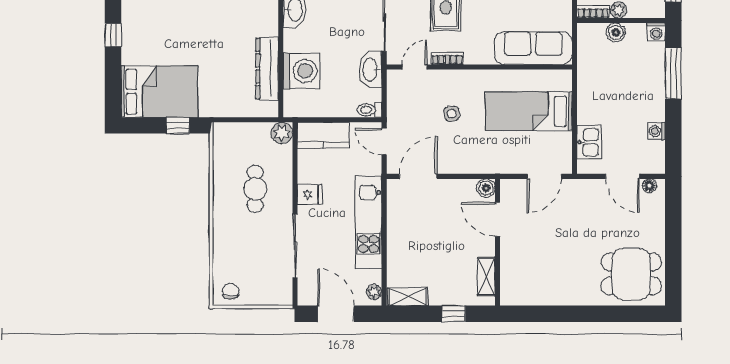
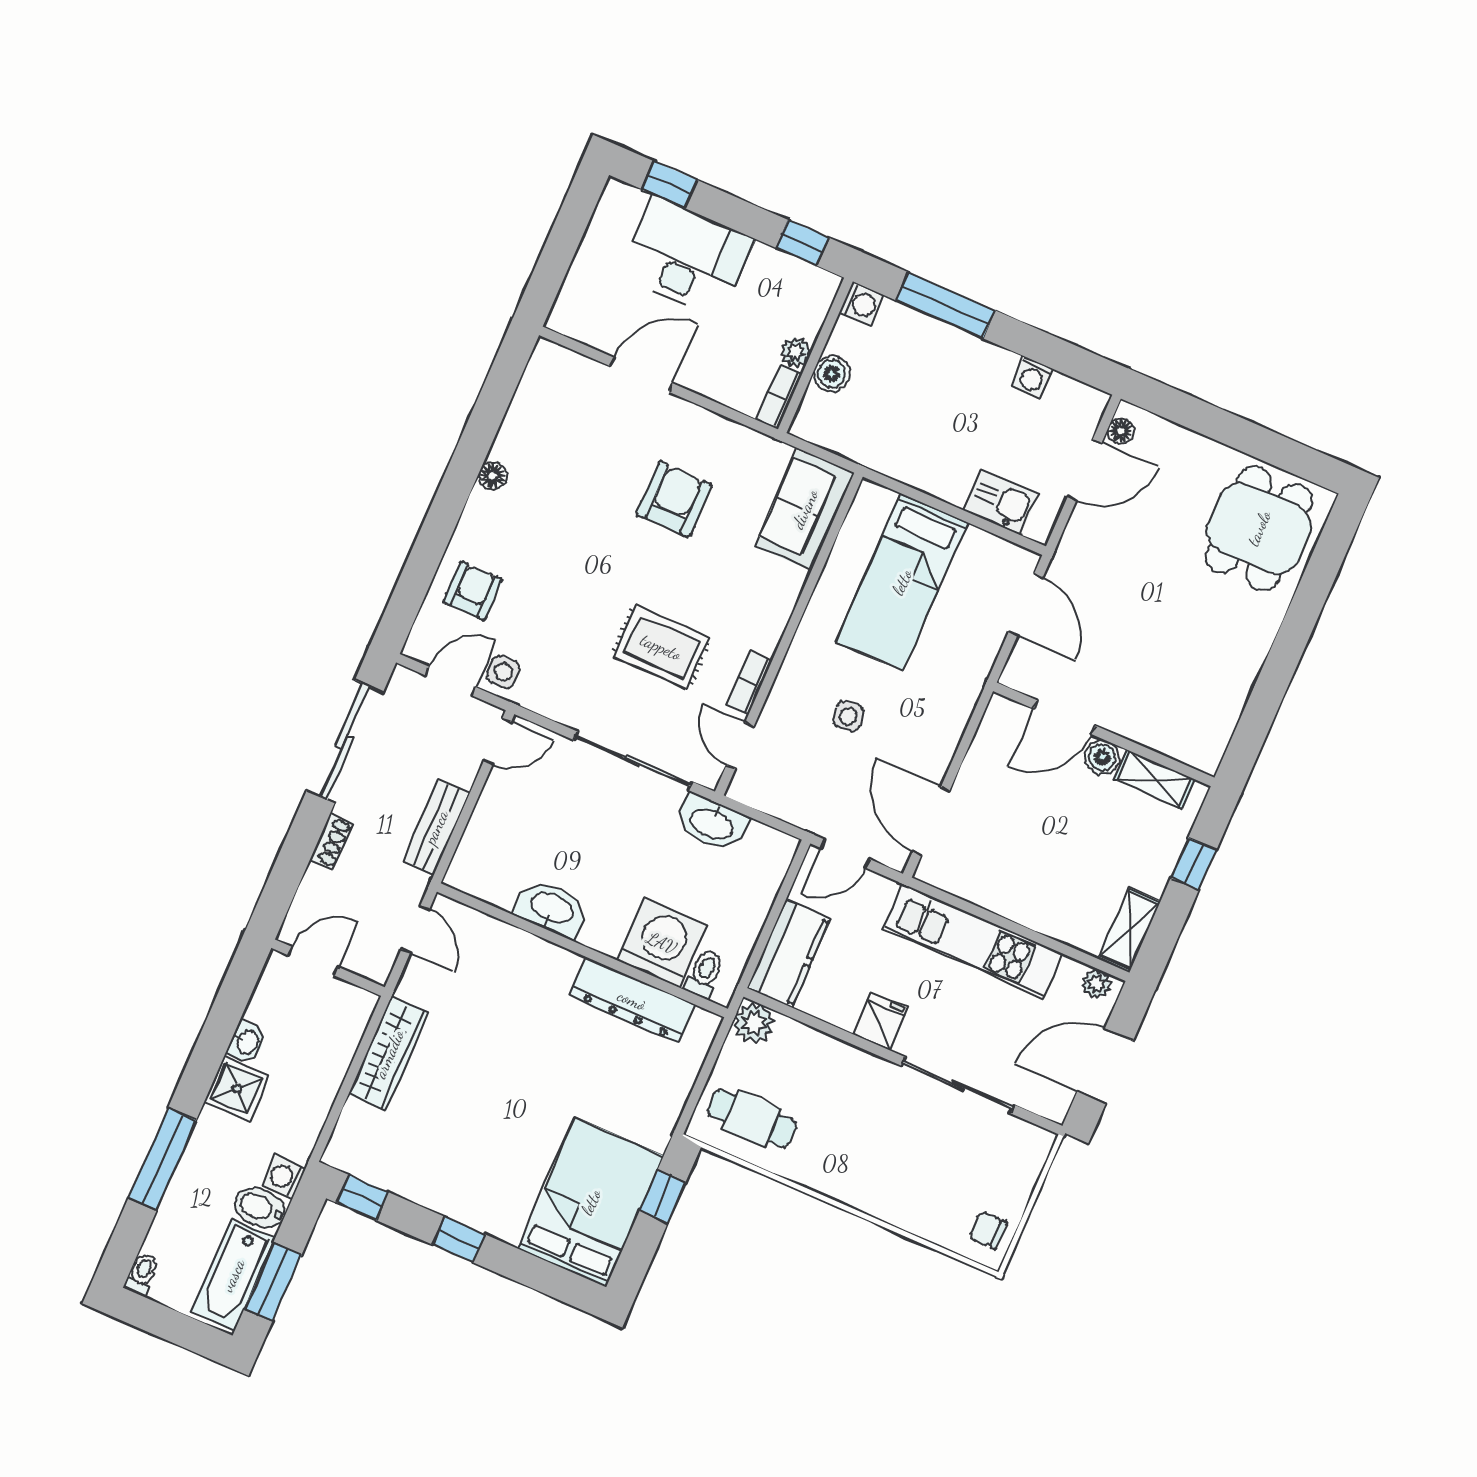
sofa: (533, 48) -> (805, 509), width x0.73
toilet: (369, 110) -> (704, 974), moved, turned 180
boiler: (486, 188) -> (1102, 757), moved
cafe table: (255, 189) -> (752, 1119), moved

